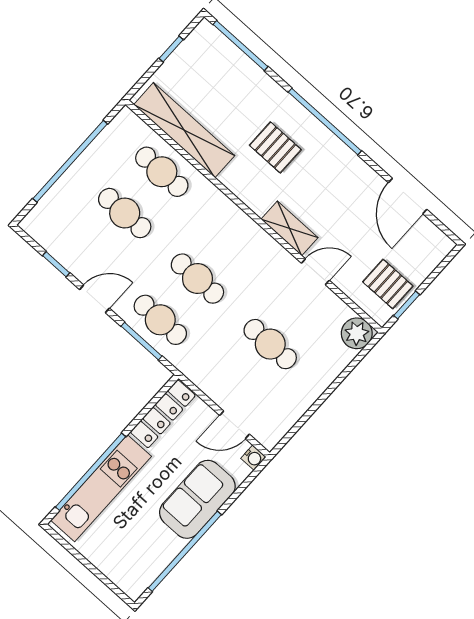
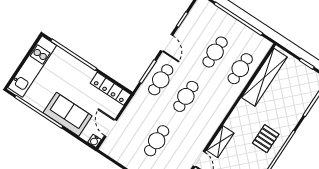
pallet: (275, 147) -> (266, 139), moved
kitchen unit: (101, 488) -> (32, 66), moved, turned -90

